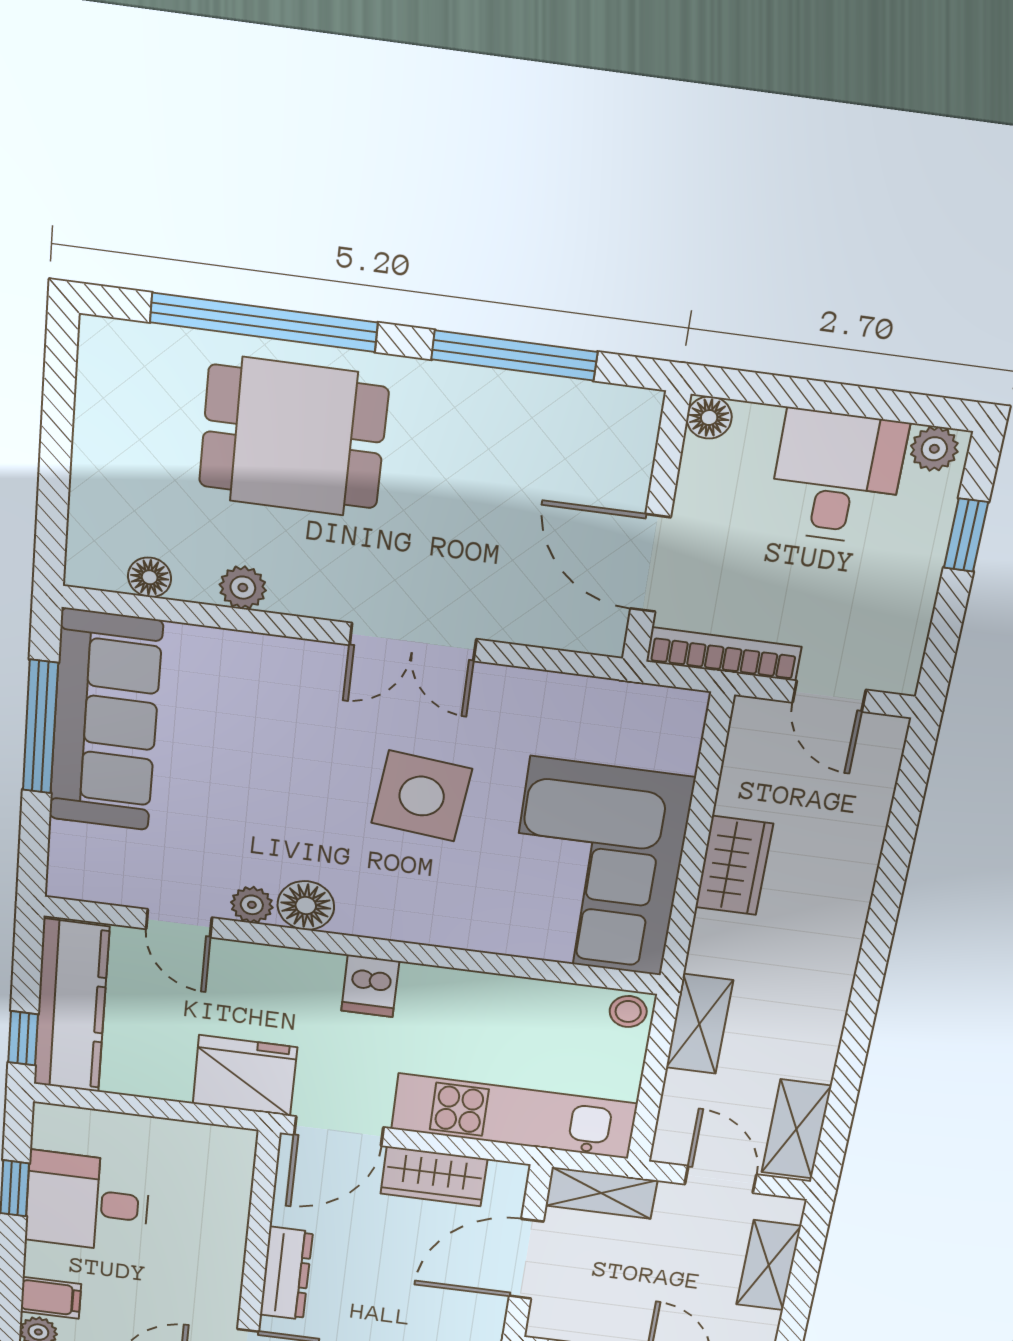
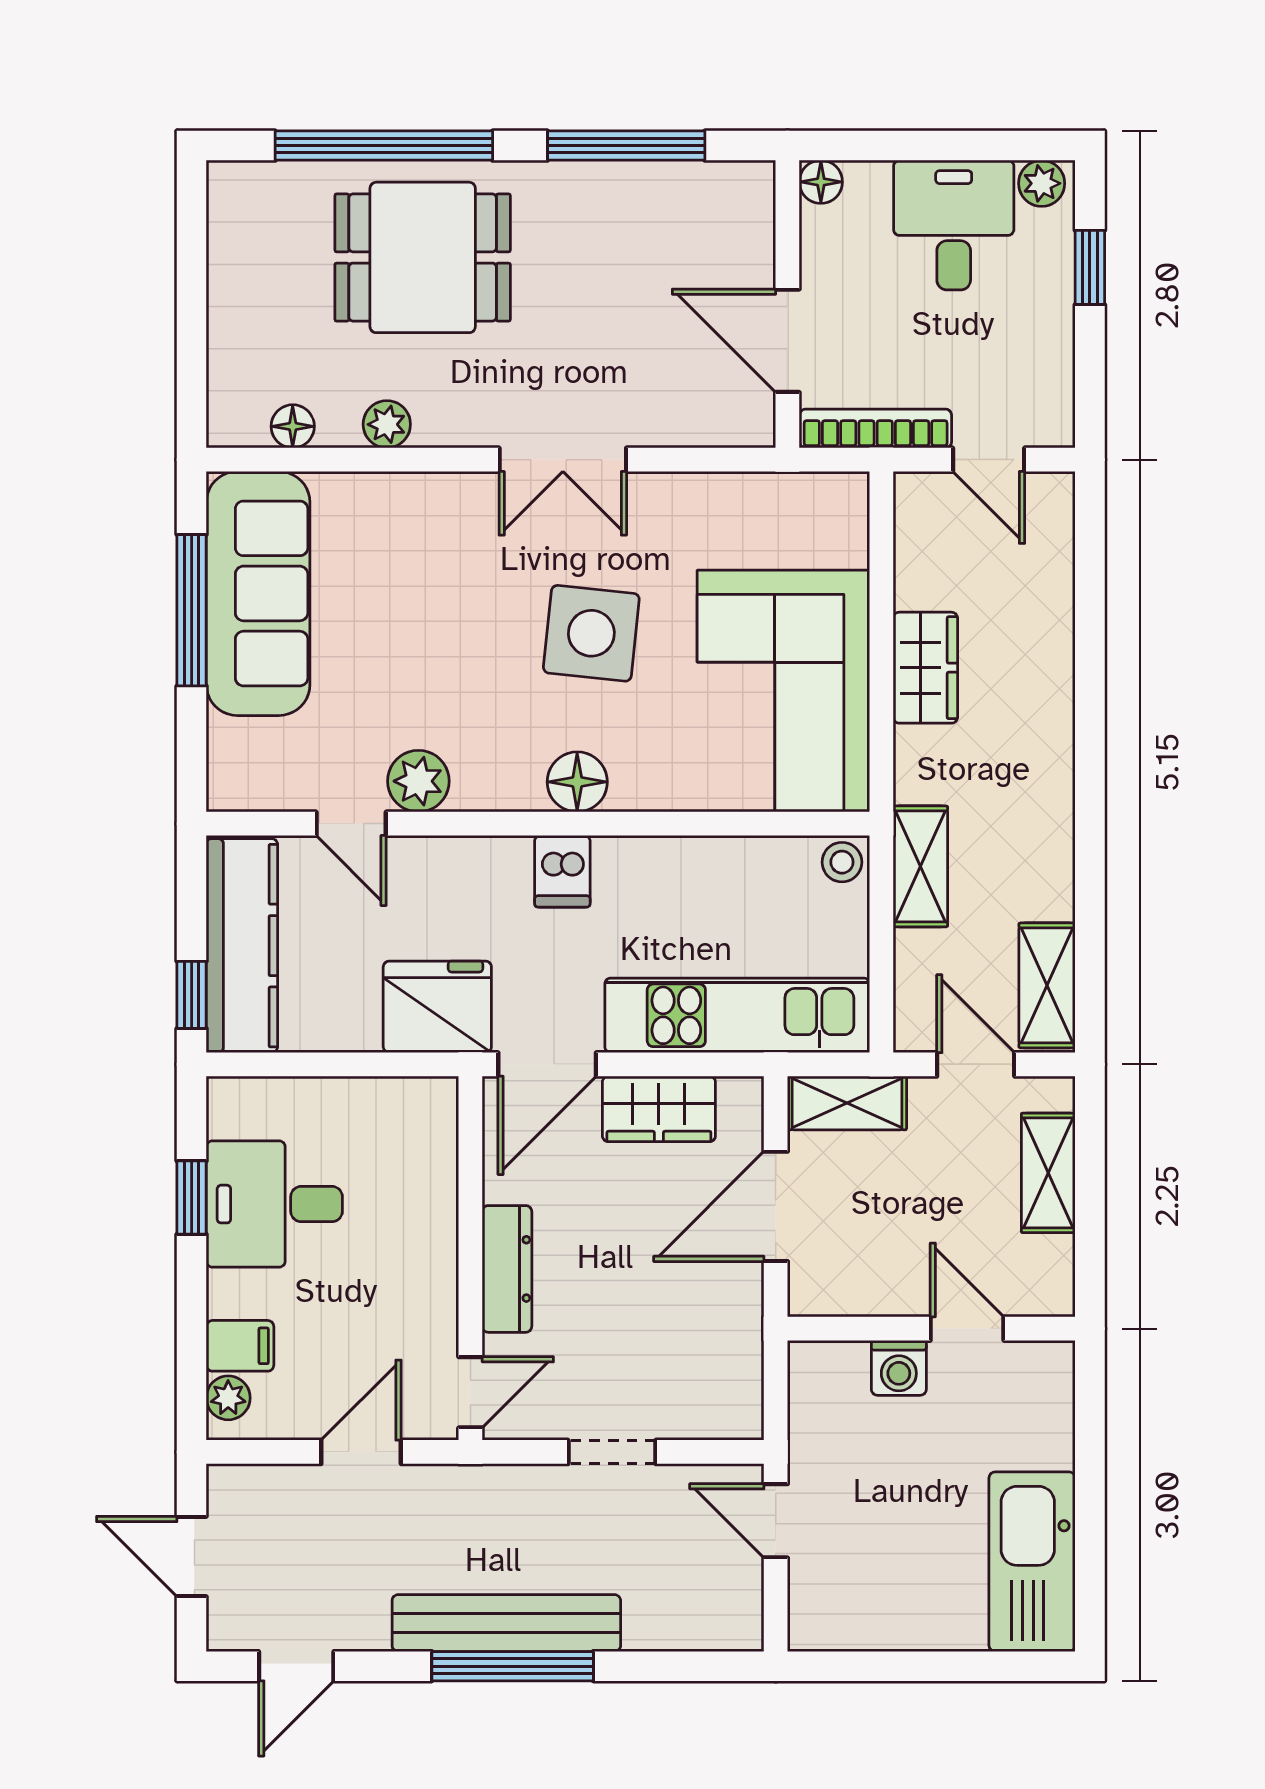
plant: (252, 905) -> (418, 781), width x1.38, depth x1.38
floor lamp: (306, 906) -> (577, 782), moved

